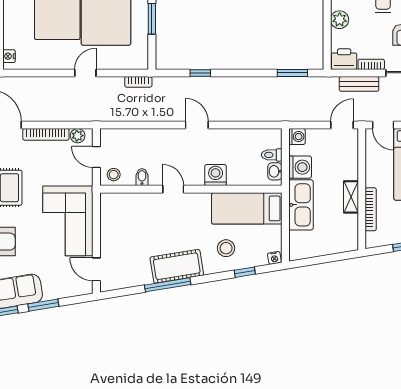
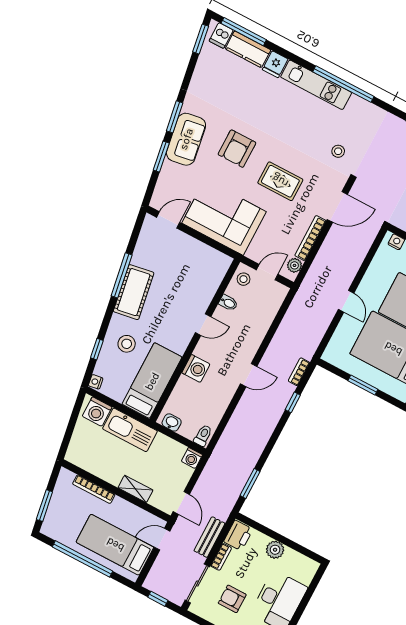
bookcase: (138, 82) -> (299, 372), moved
toilet: (272, 155) -> (203, 435), moved
washing machine: (300, 167) -> (97, 412), moved
shelving: (351, 197) -> (135, 489), moved

